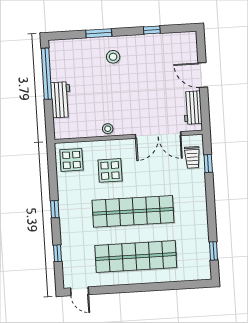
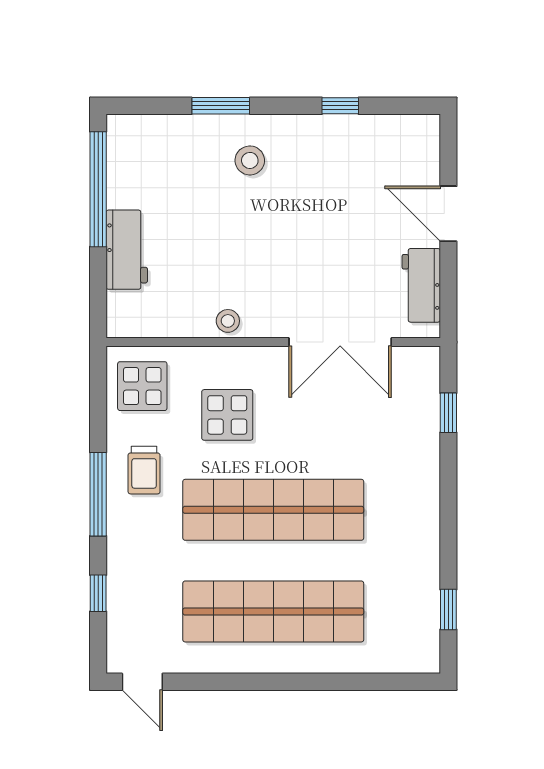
trolley: (192, 157) -> (144, 470), moved
window: (55, 209) -> (98, 494), width x2.17

